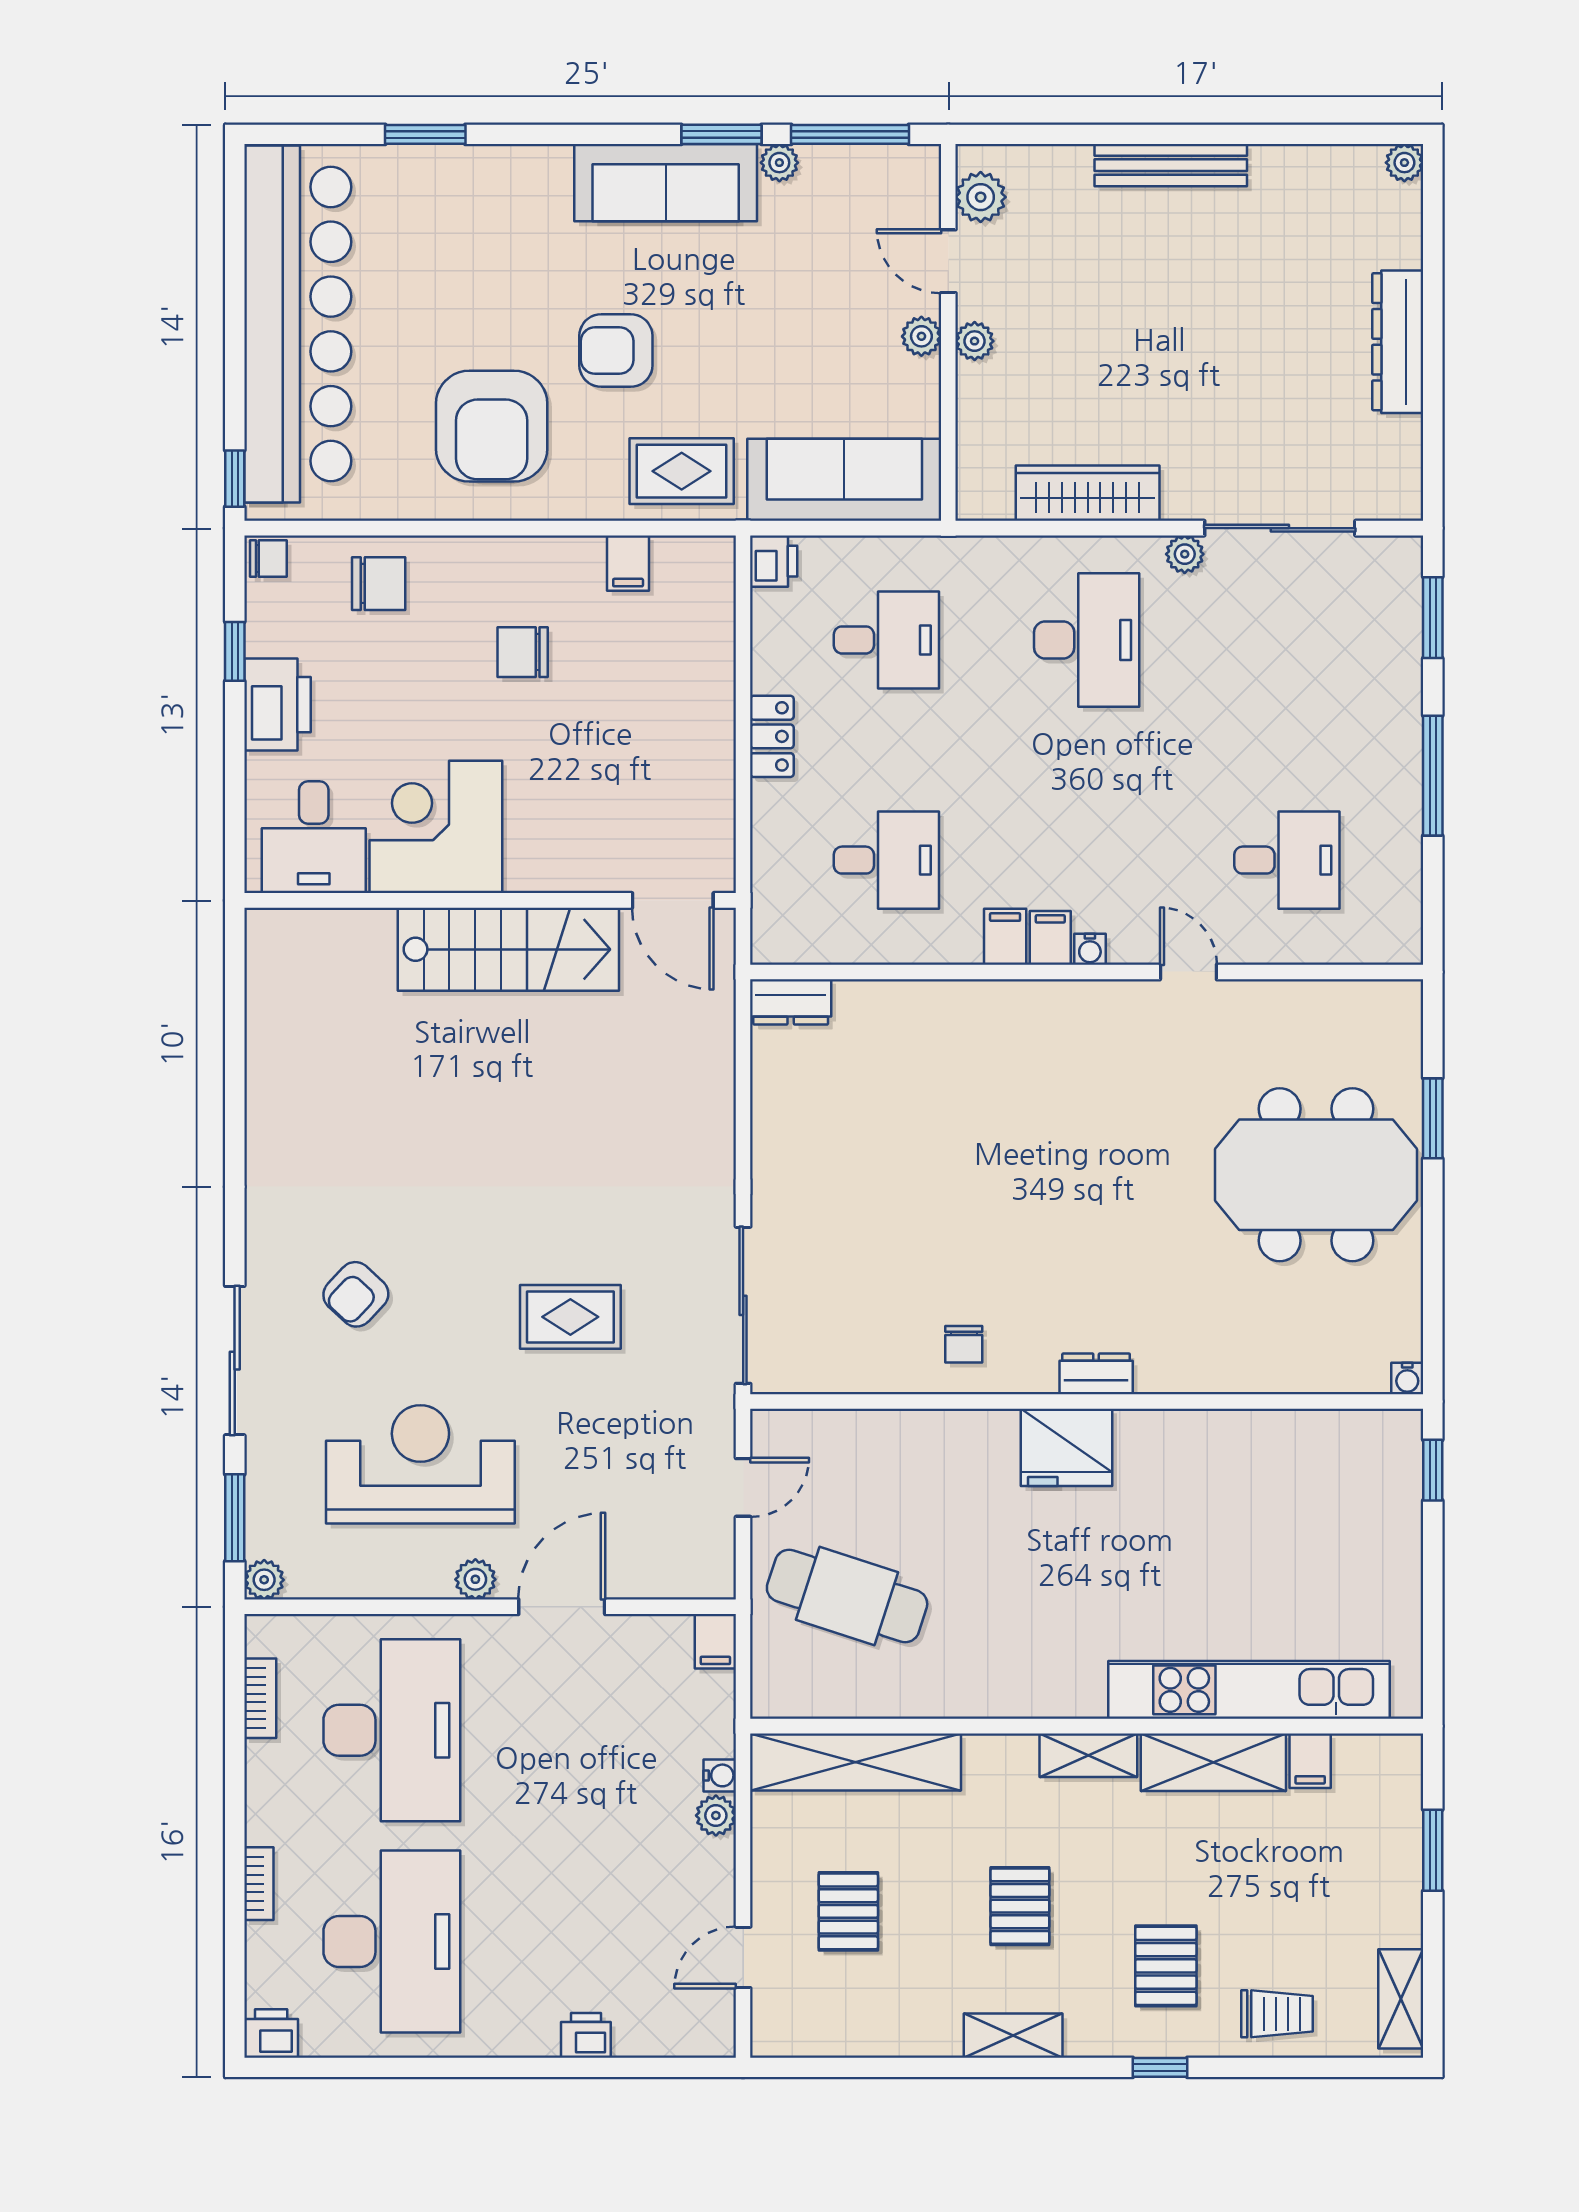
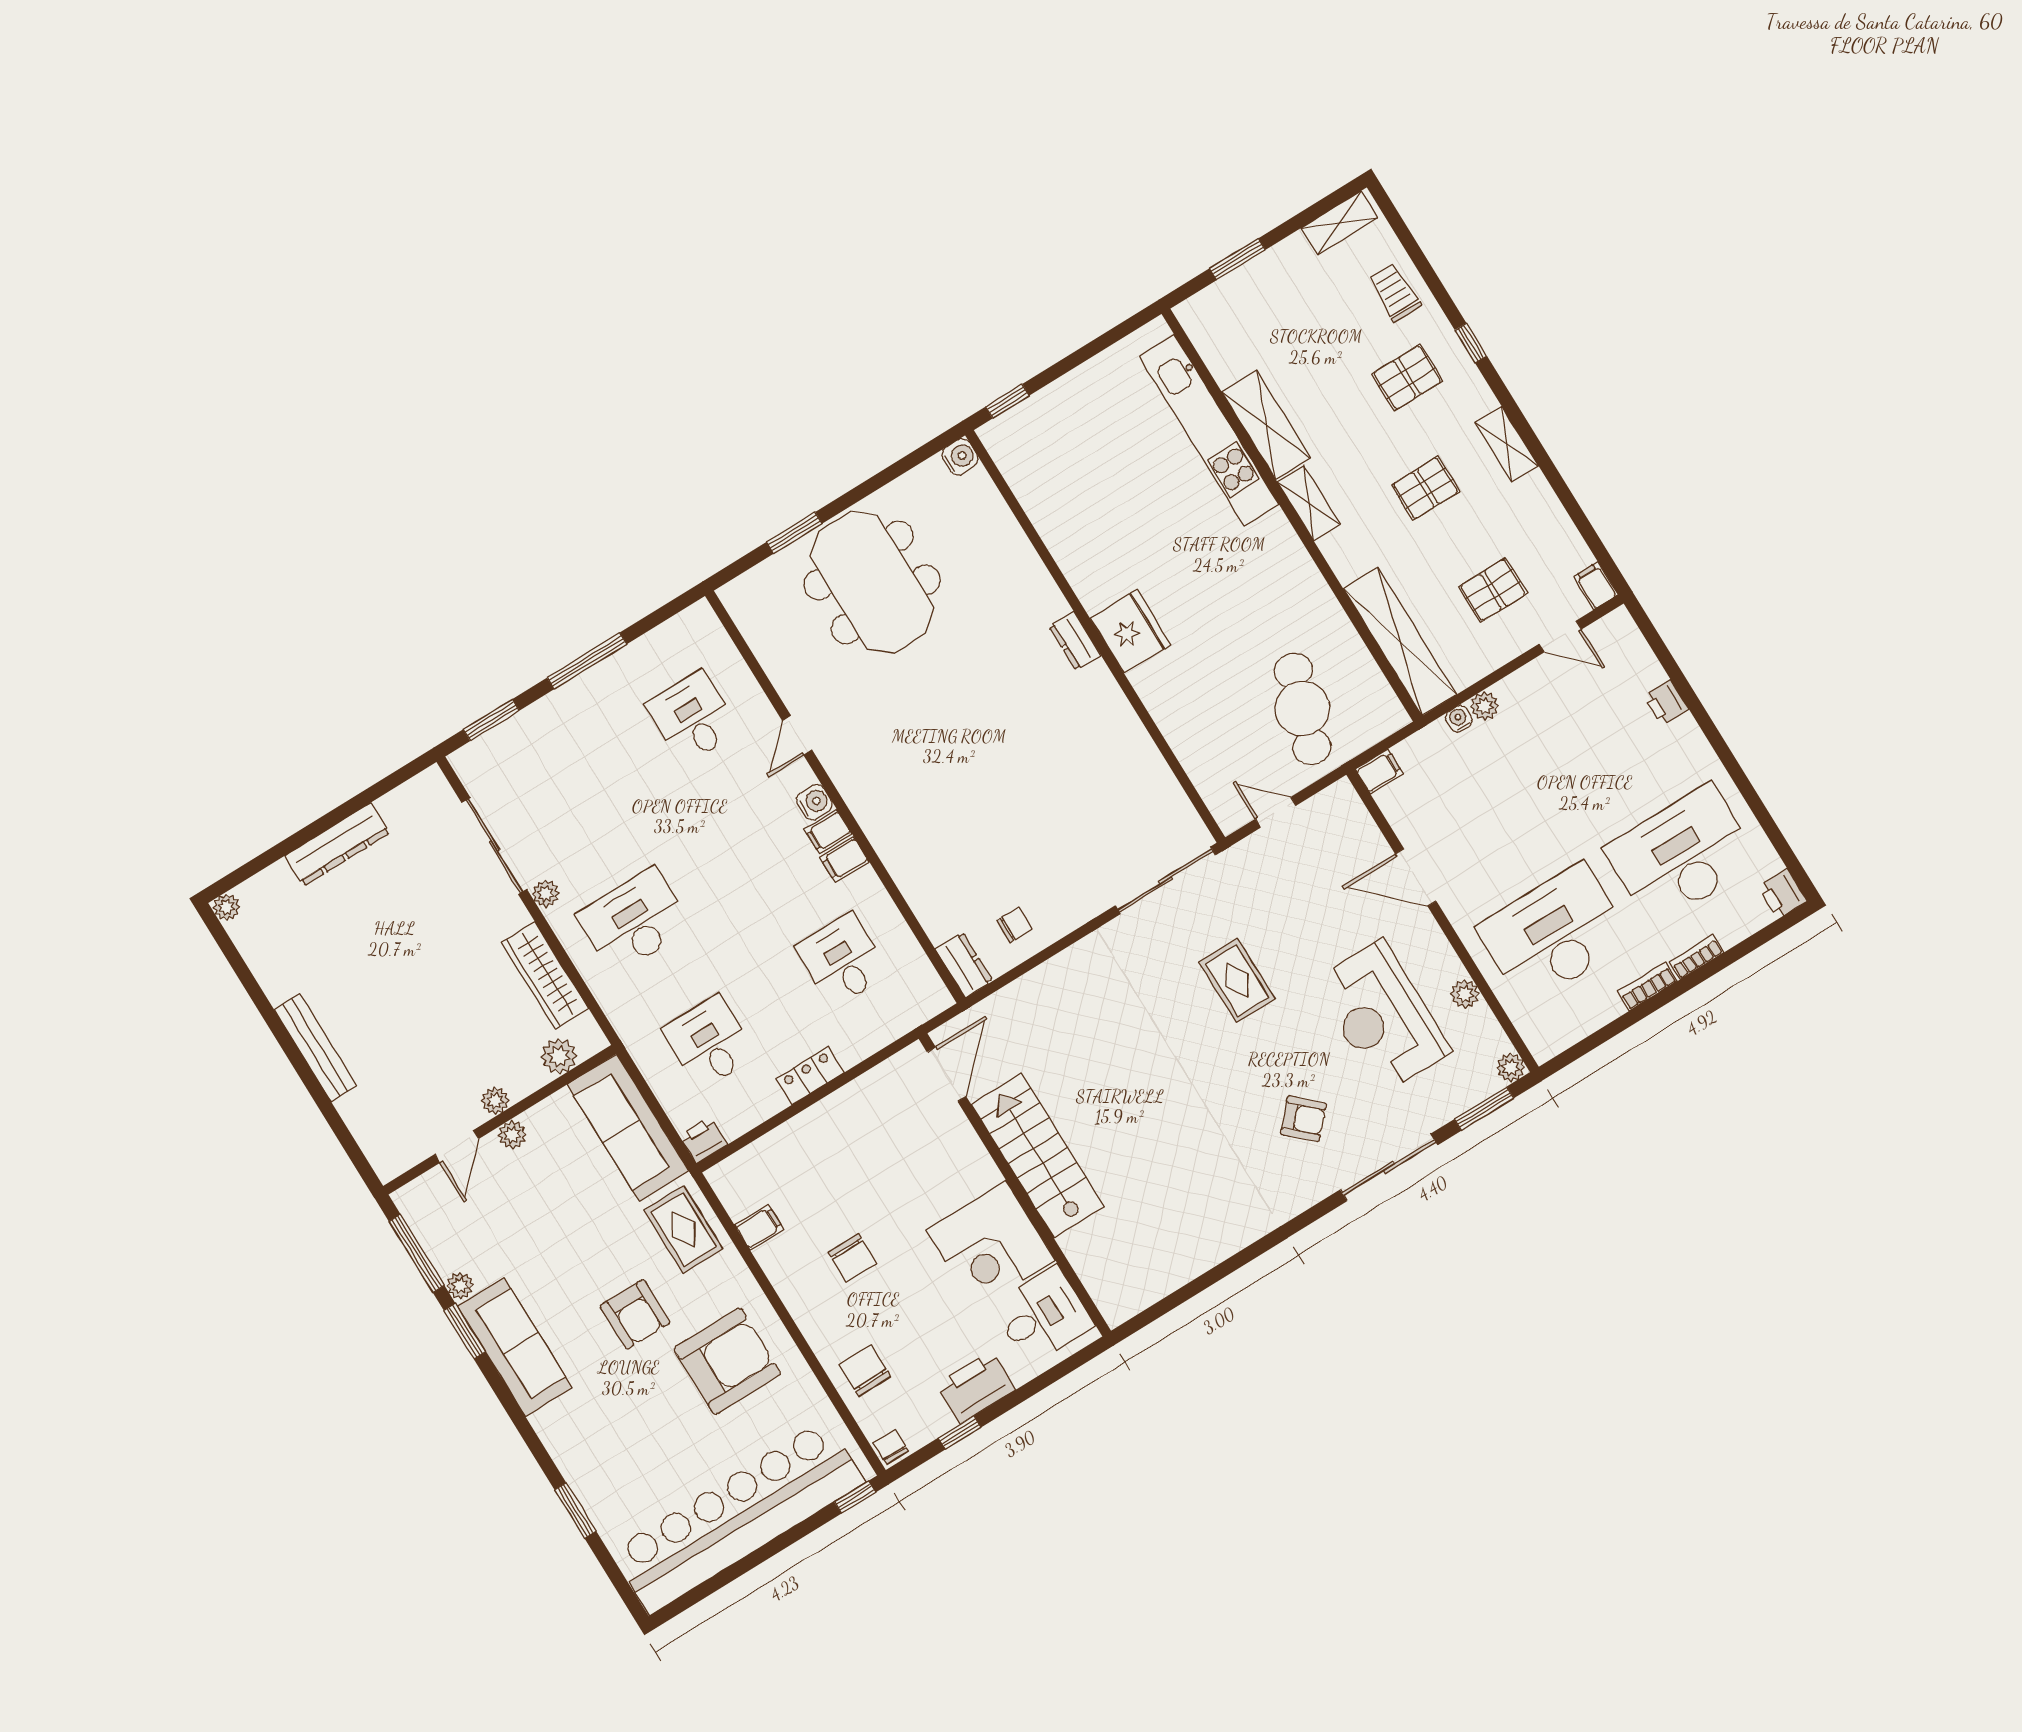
plant: (981, 197) -> (559, 1056), moved
water cooler: (1090, 949) -> (814, 802), width x1.38, depth x1.38
chair: (964, 1344) -> (1014, 925), moved
water cooler: (1407, 1378) -> (960, 457), width x1.38, depth x1.38
plant: (475, 1579) -> (1465, 994), moved
bookcase: (260, 1698) -> (1647, 986), moved
filing cabinet: (1310, 1761) -> (1596, 586), moved, turned -90

